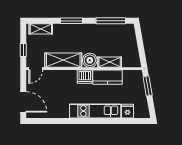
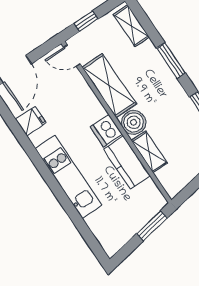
fridge: (127, 111) -> (31, 121), moved

